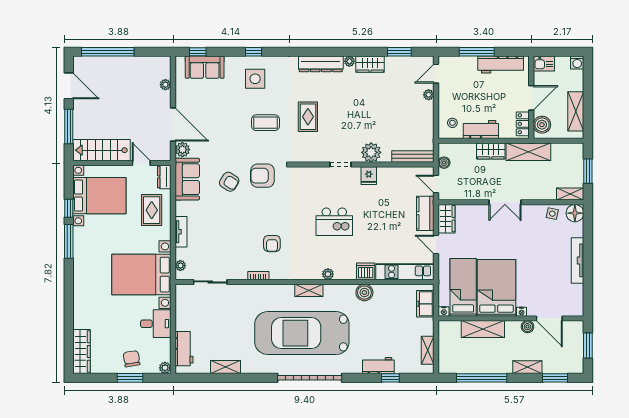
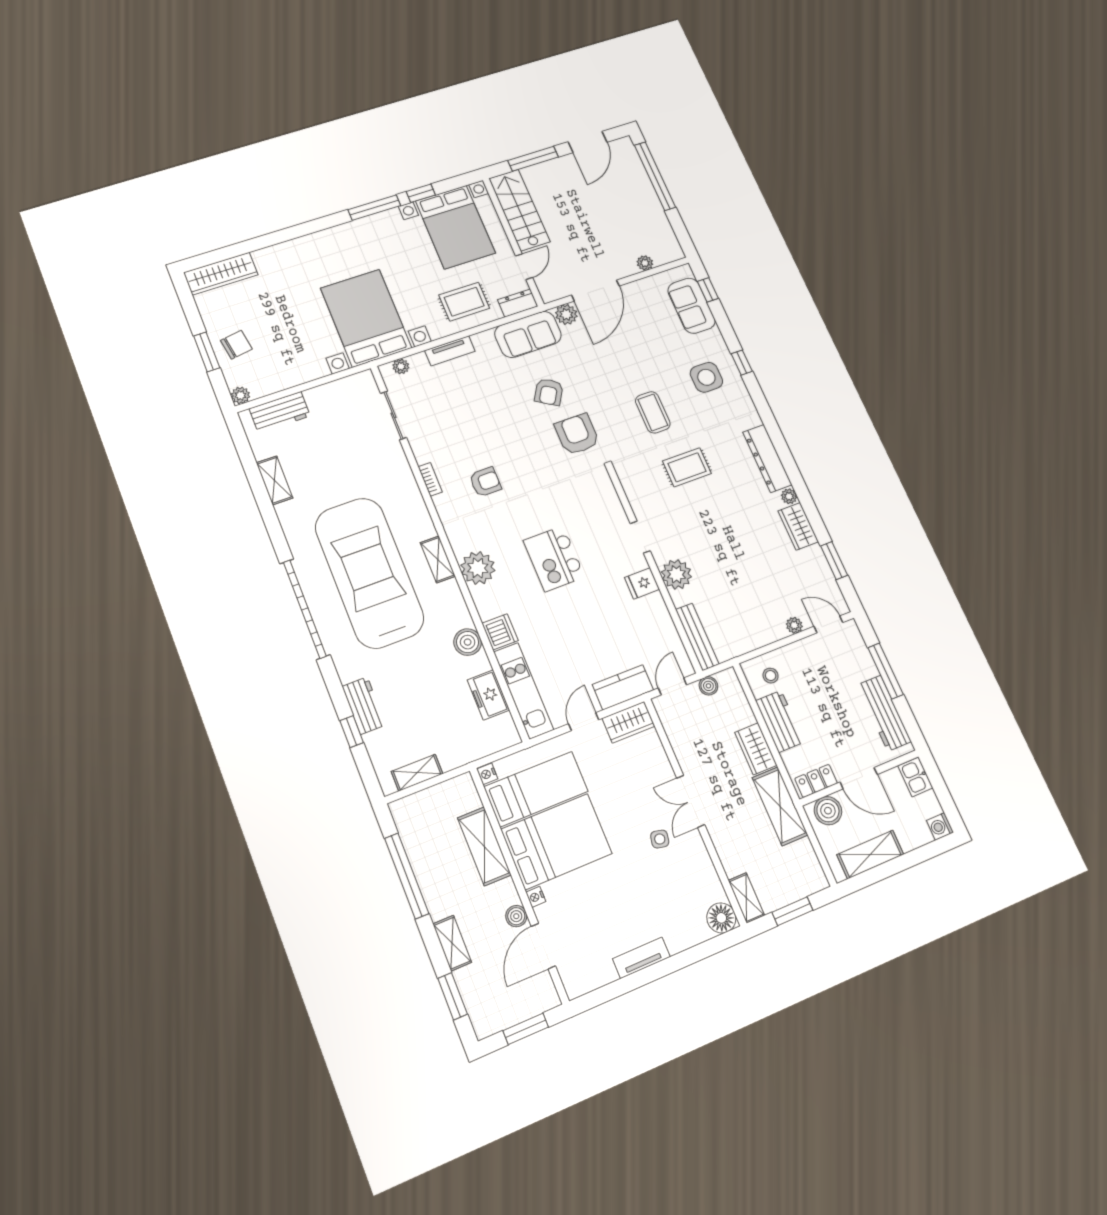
side table: (552, 214) -> (660, 839), moved
armchair: (272, 244) -> (485, 482), turned 180
tv unit: (578, 260) -> (641, 958), width x0.71
plant: (328, 274) -> (478, 568), width x1.88, depth x1.88
freezer: (425, 304) -> (488, 695), moved, turned -90
desk: (156, 324) -> (302, 361), removed

